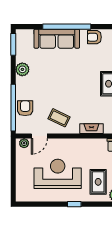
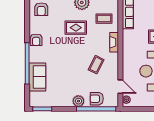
sofa: (57, 39) -> (37, 77), width x0.73
plant: (22, 69) -> (78, 101), moved
coffee table: (59, 118) -> (96, 65), moved

